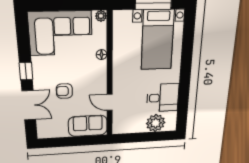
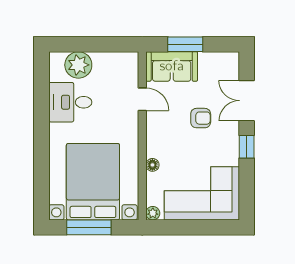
bed with nightstands: (158, 40) -> (93, 182), width x1.36
window: (78, 141) -> (185, 44), added

